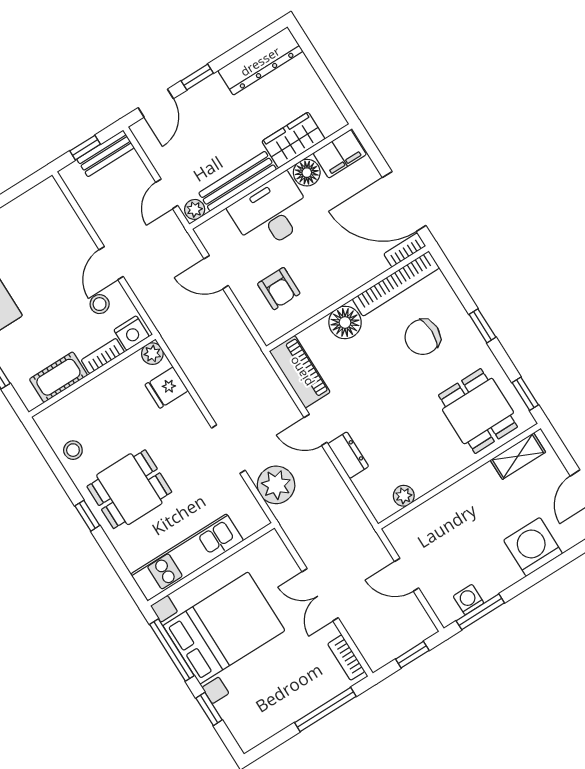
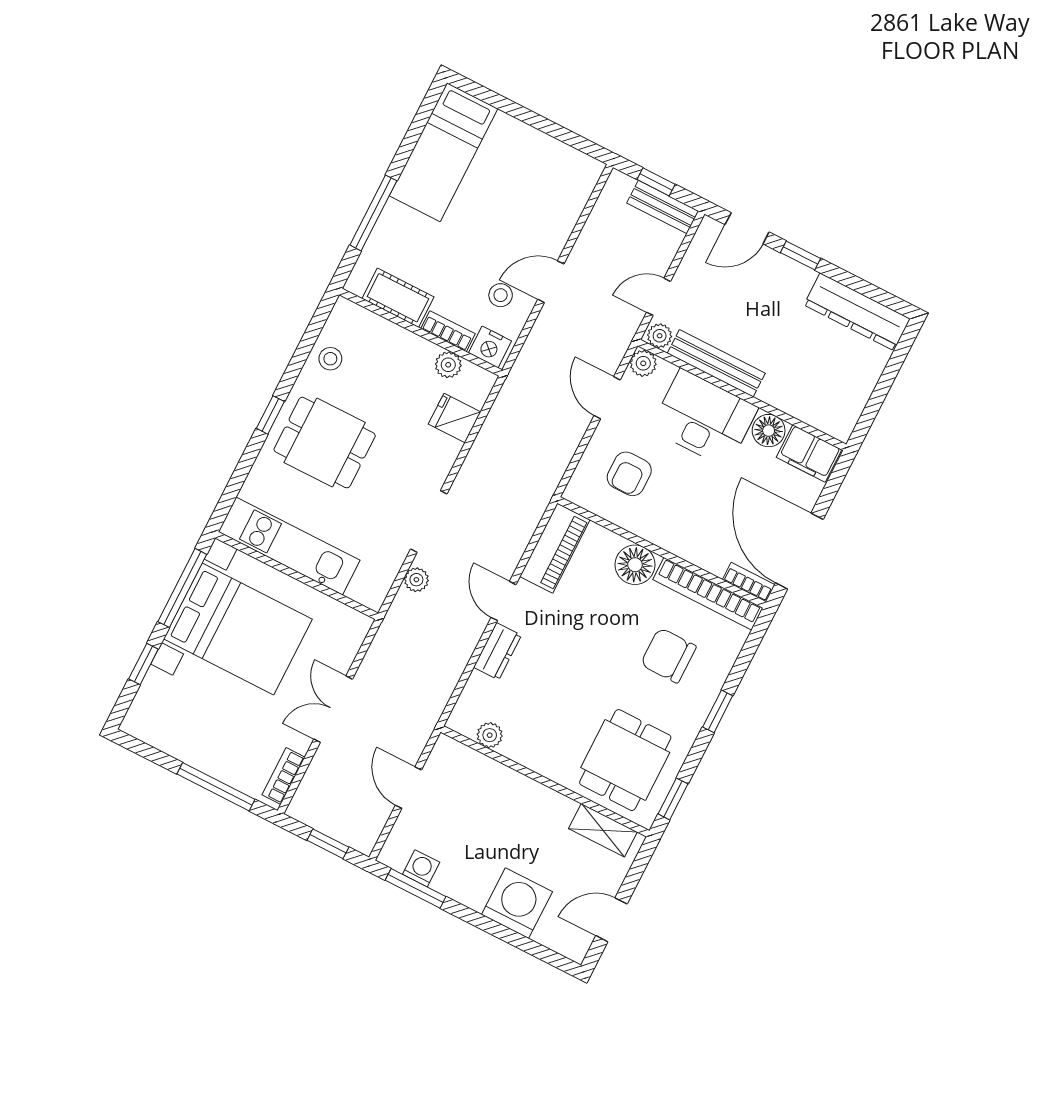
wardrobe: (293, 140) -> (794, 396), removed
plant: (207, 232) -> (643, 363), added
plant: (152, 354) -> (448, 365), moved
plant: (276, 485) -> (416, 580), width x0.53, depth x0.53

